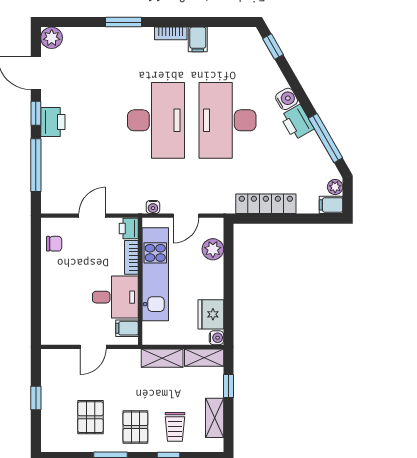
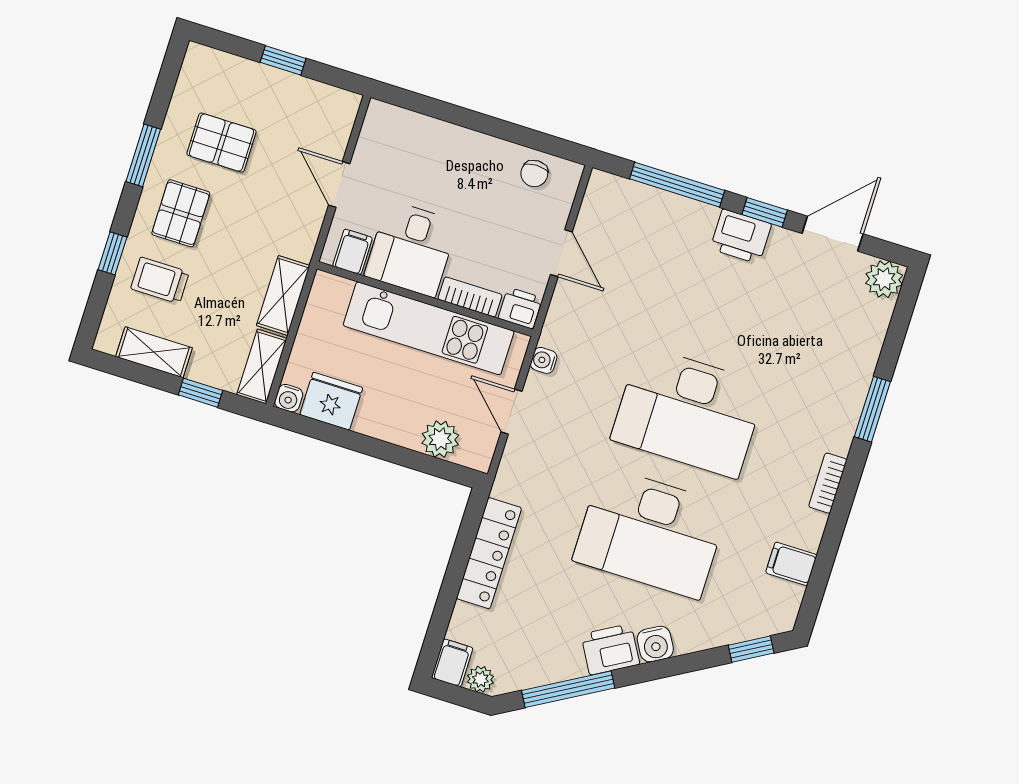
filing cabinet: (198, 39) -> (791, 564), moved
desk: (227, 120) -> (651, 533), turned 180
pallet: (135, 427) -> (181, 213), turned 90

